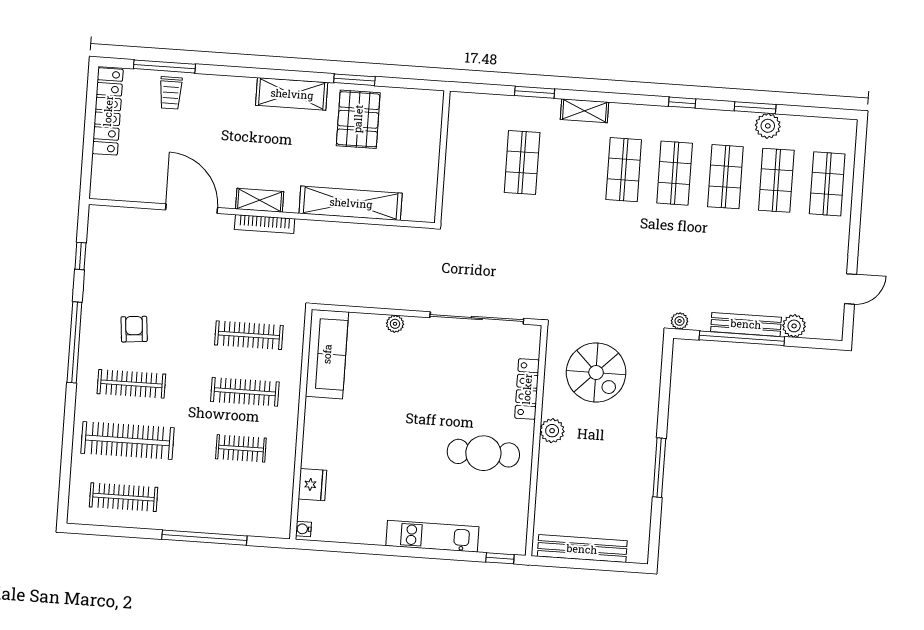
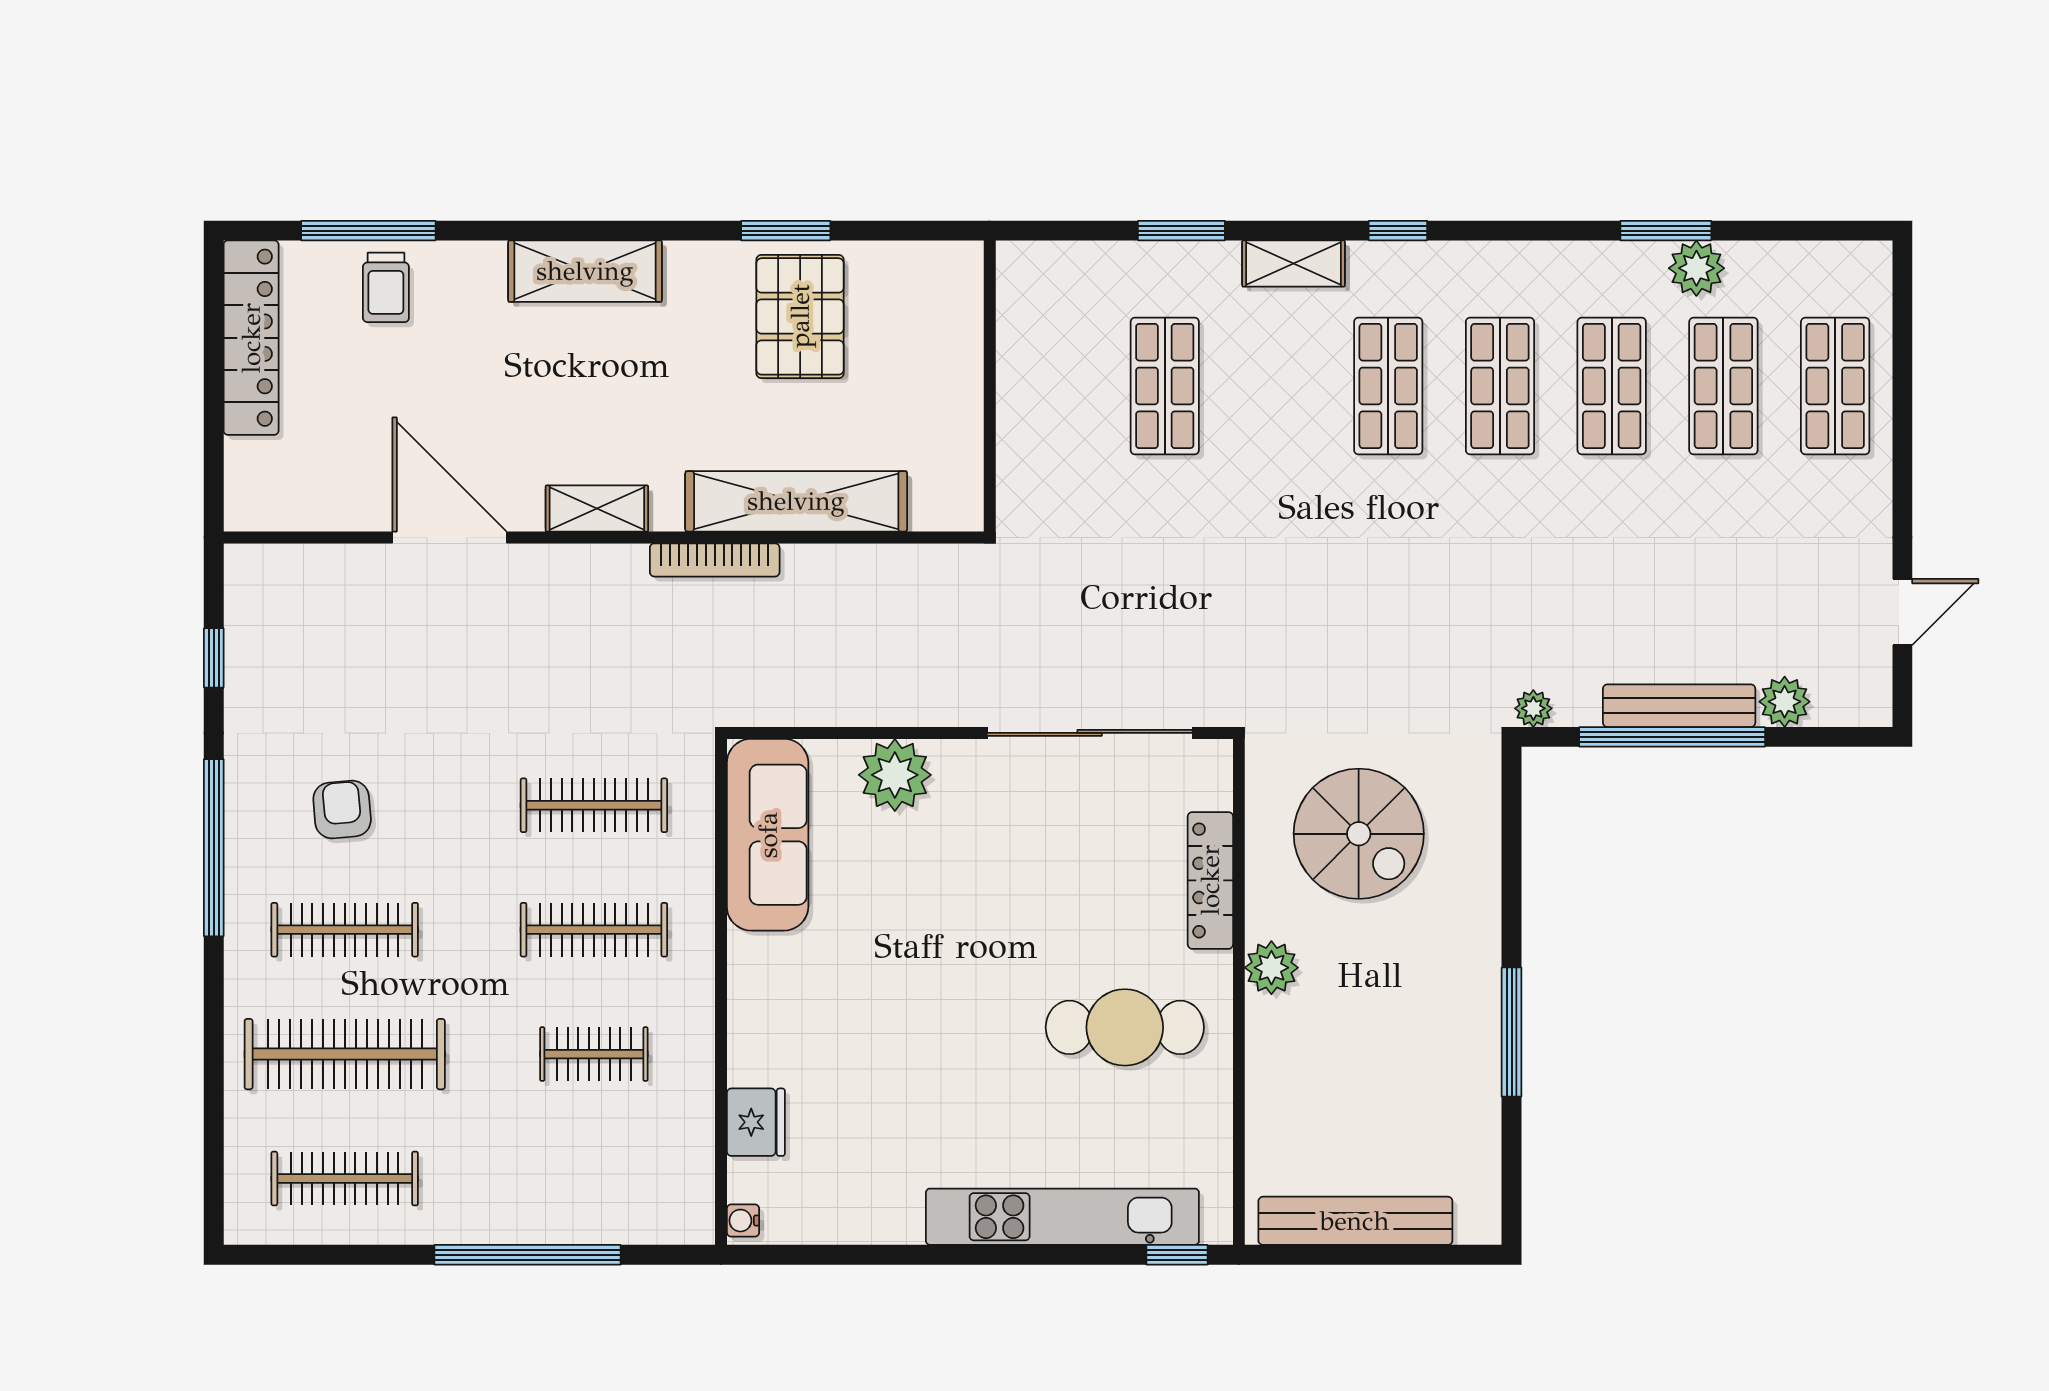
shelving: (292, 94) -> (585, 271), moved
window: (682, 103) -> (1398, 231), moved
bookcase: (265, 224) -> (715, 560), moved
plant: (395, 324) -> (895, 775), width x1.88, depth x1.88
kitchen unit: (432, 536) -> (1062, 1217), width x1.36

